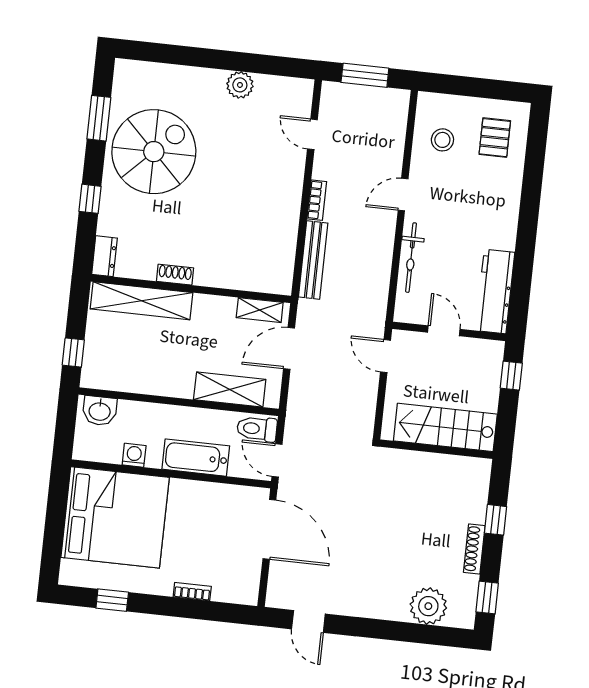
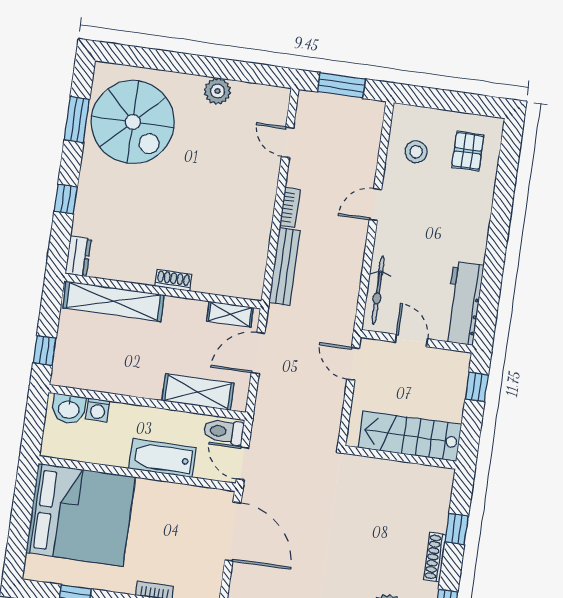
spiral stairs: (154, 152) -> (133, 122), moved, turned 90
bicycle: (411, 258) -> (378, 290), moved
shoe rack: (175, 275) -> (173, 280), moved
washing machine: (134, 455) -> (98, 410), moved, turned 180

